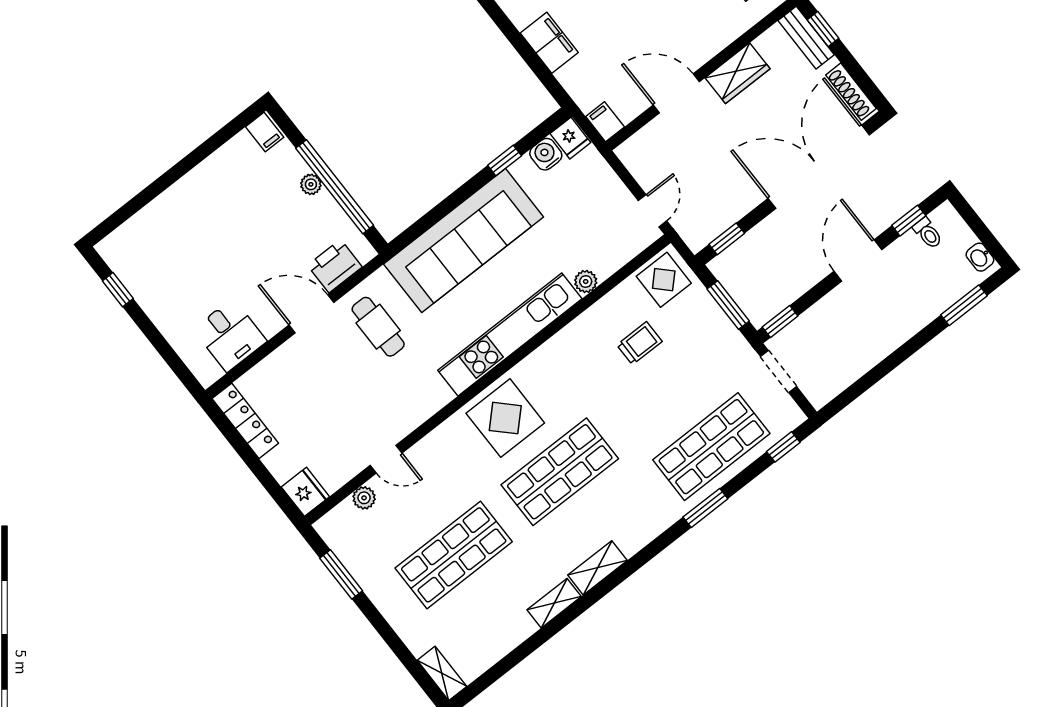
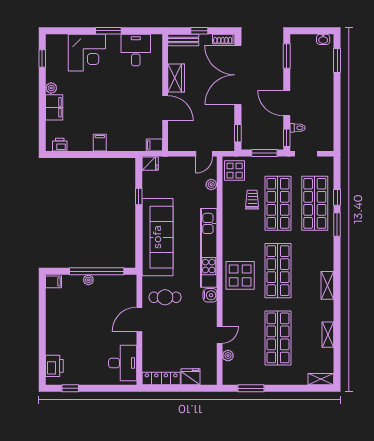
window: (823, 29) -> (199, 31), moved
filing cabinet: (549, 43) -> (100, 143), width x0.50
shoe rack: (851, 92) -> (223, 39), width x0.70
door: (676, 93) -> (165, 108), swing flipped
water cooler: (546, 154) -> (210, 295), moved, turned 180
door: (653, 211) -> (204, 154), swing flipped
window: (909, 221) -> (287, 56), width x1.50
toilet: (928, 233) -> (298, 128), moved
door: (858, 260) -> (287, 103), moved
printer: (335, 266) -> (54, 366), moved, turned 180
plant: (586, 282) -> (211, 185), moved
desk: (230, 335) -> (123, 363), width x1.37
shop shelf: (666, 389) -> (278, 203), added
window: (783, 447) -> (337, 197), moved
fridge: (305, 492) -> (191, 377), moved
shelving: (554, 603) -> (328, 335), moved

